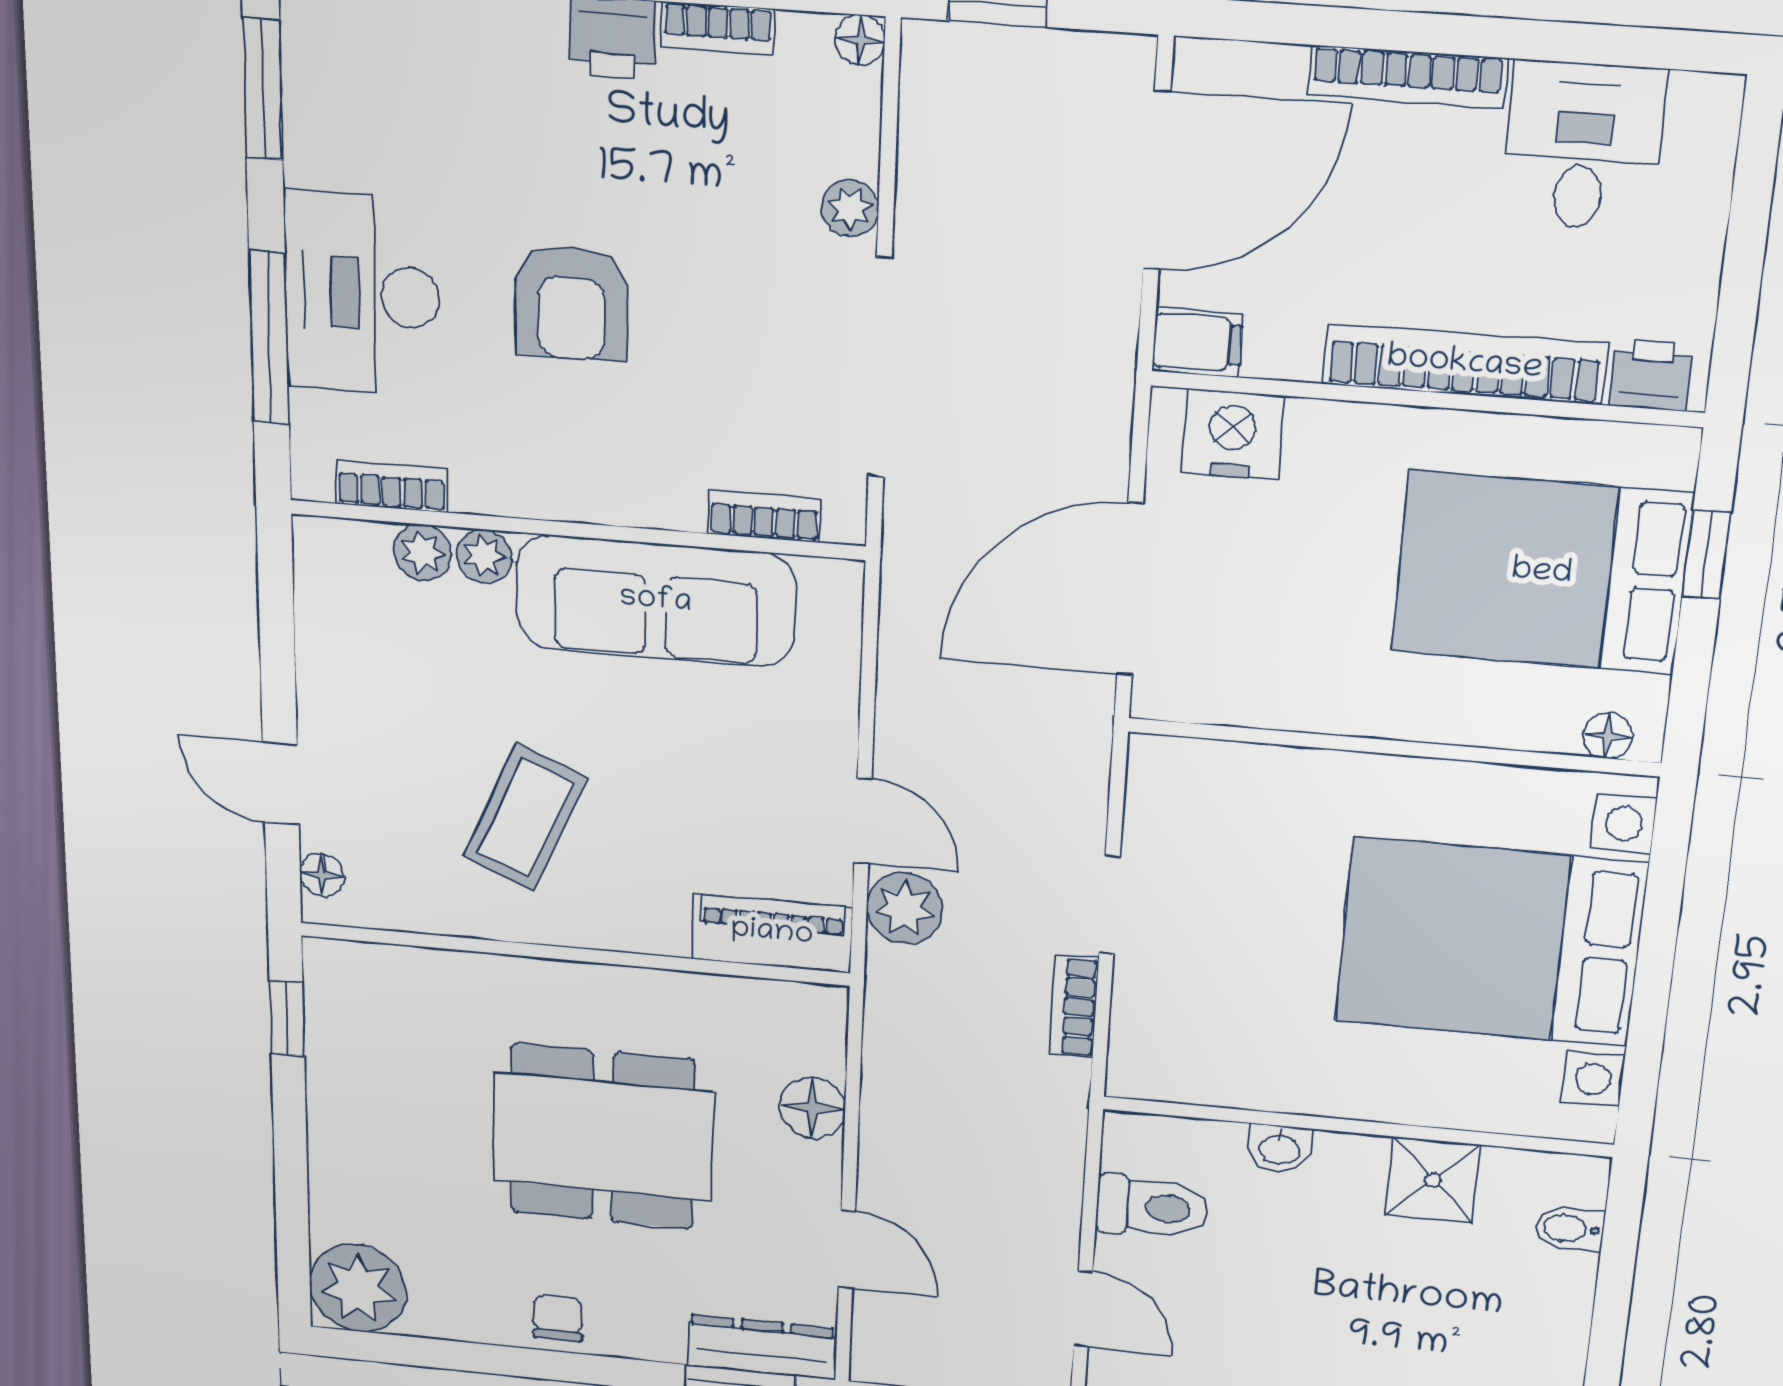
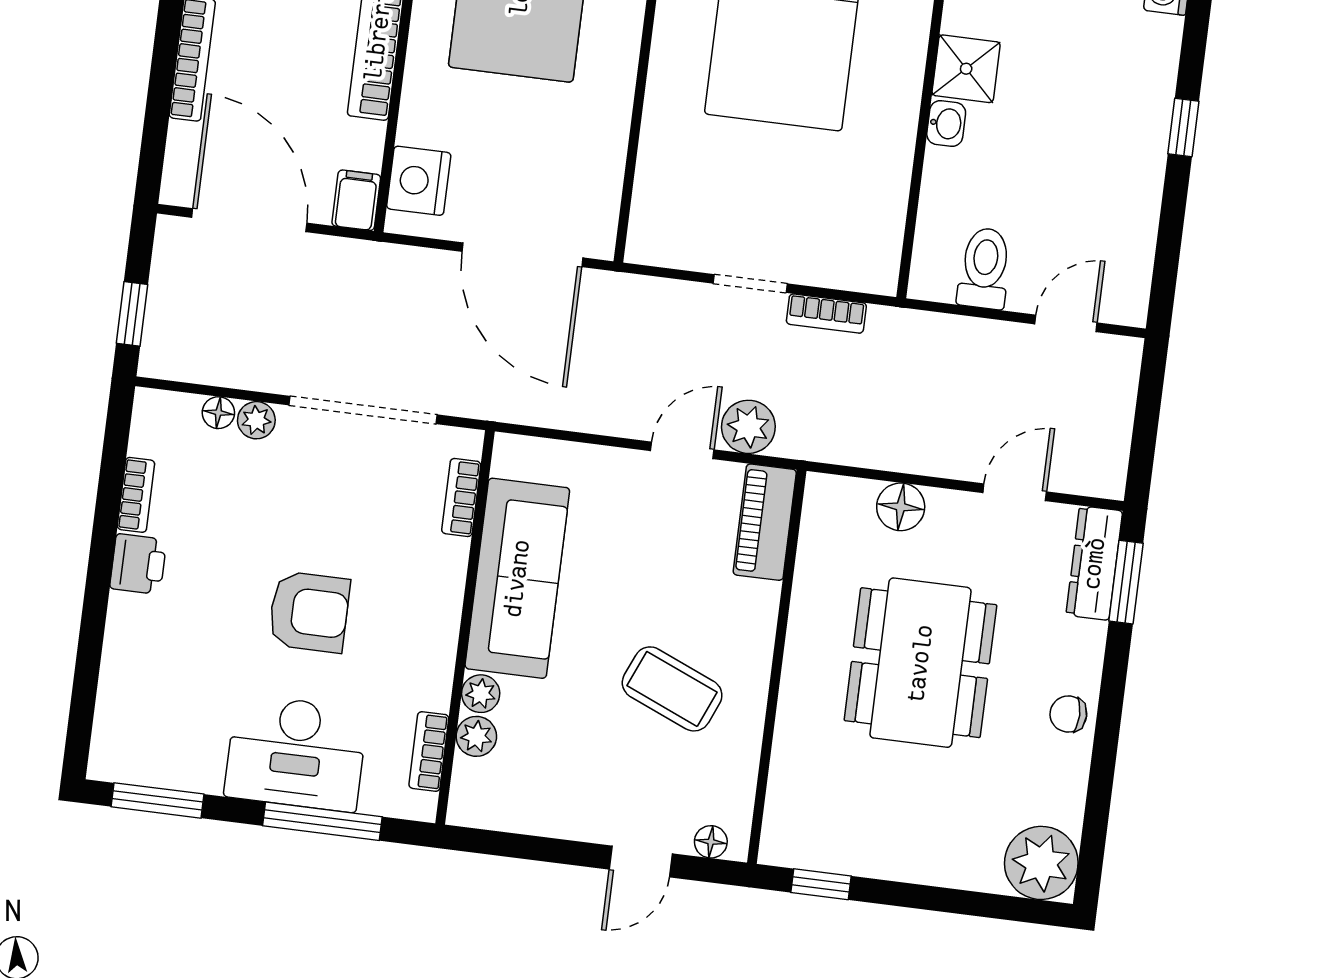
floor lamp: (860, 40) -> (218, 413), moved
washbasin: (1280, 1149) -> (946, 123), moved

